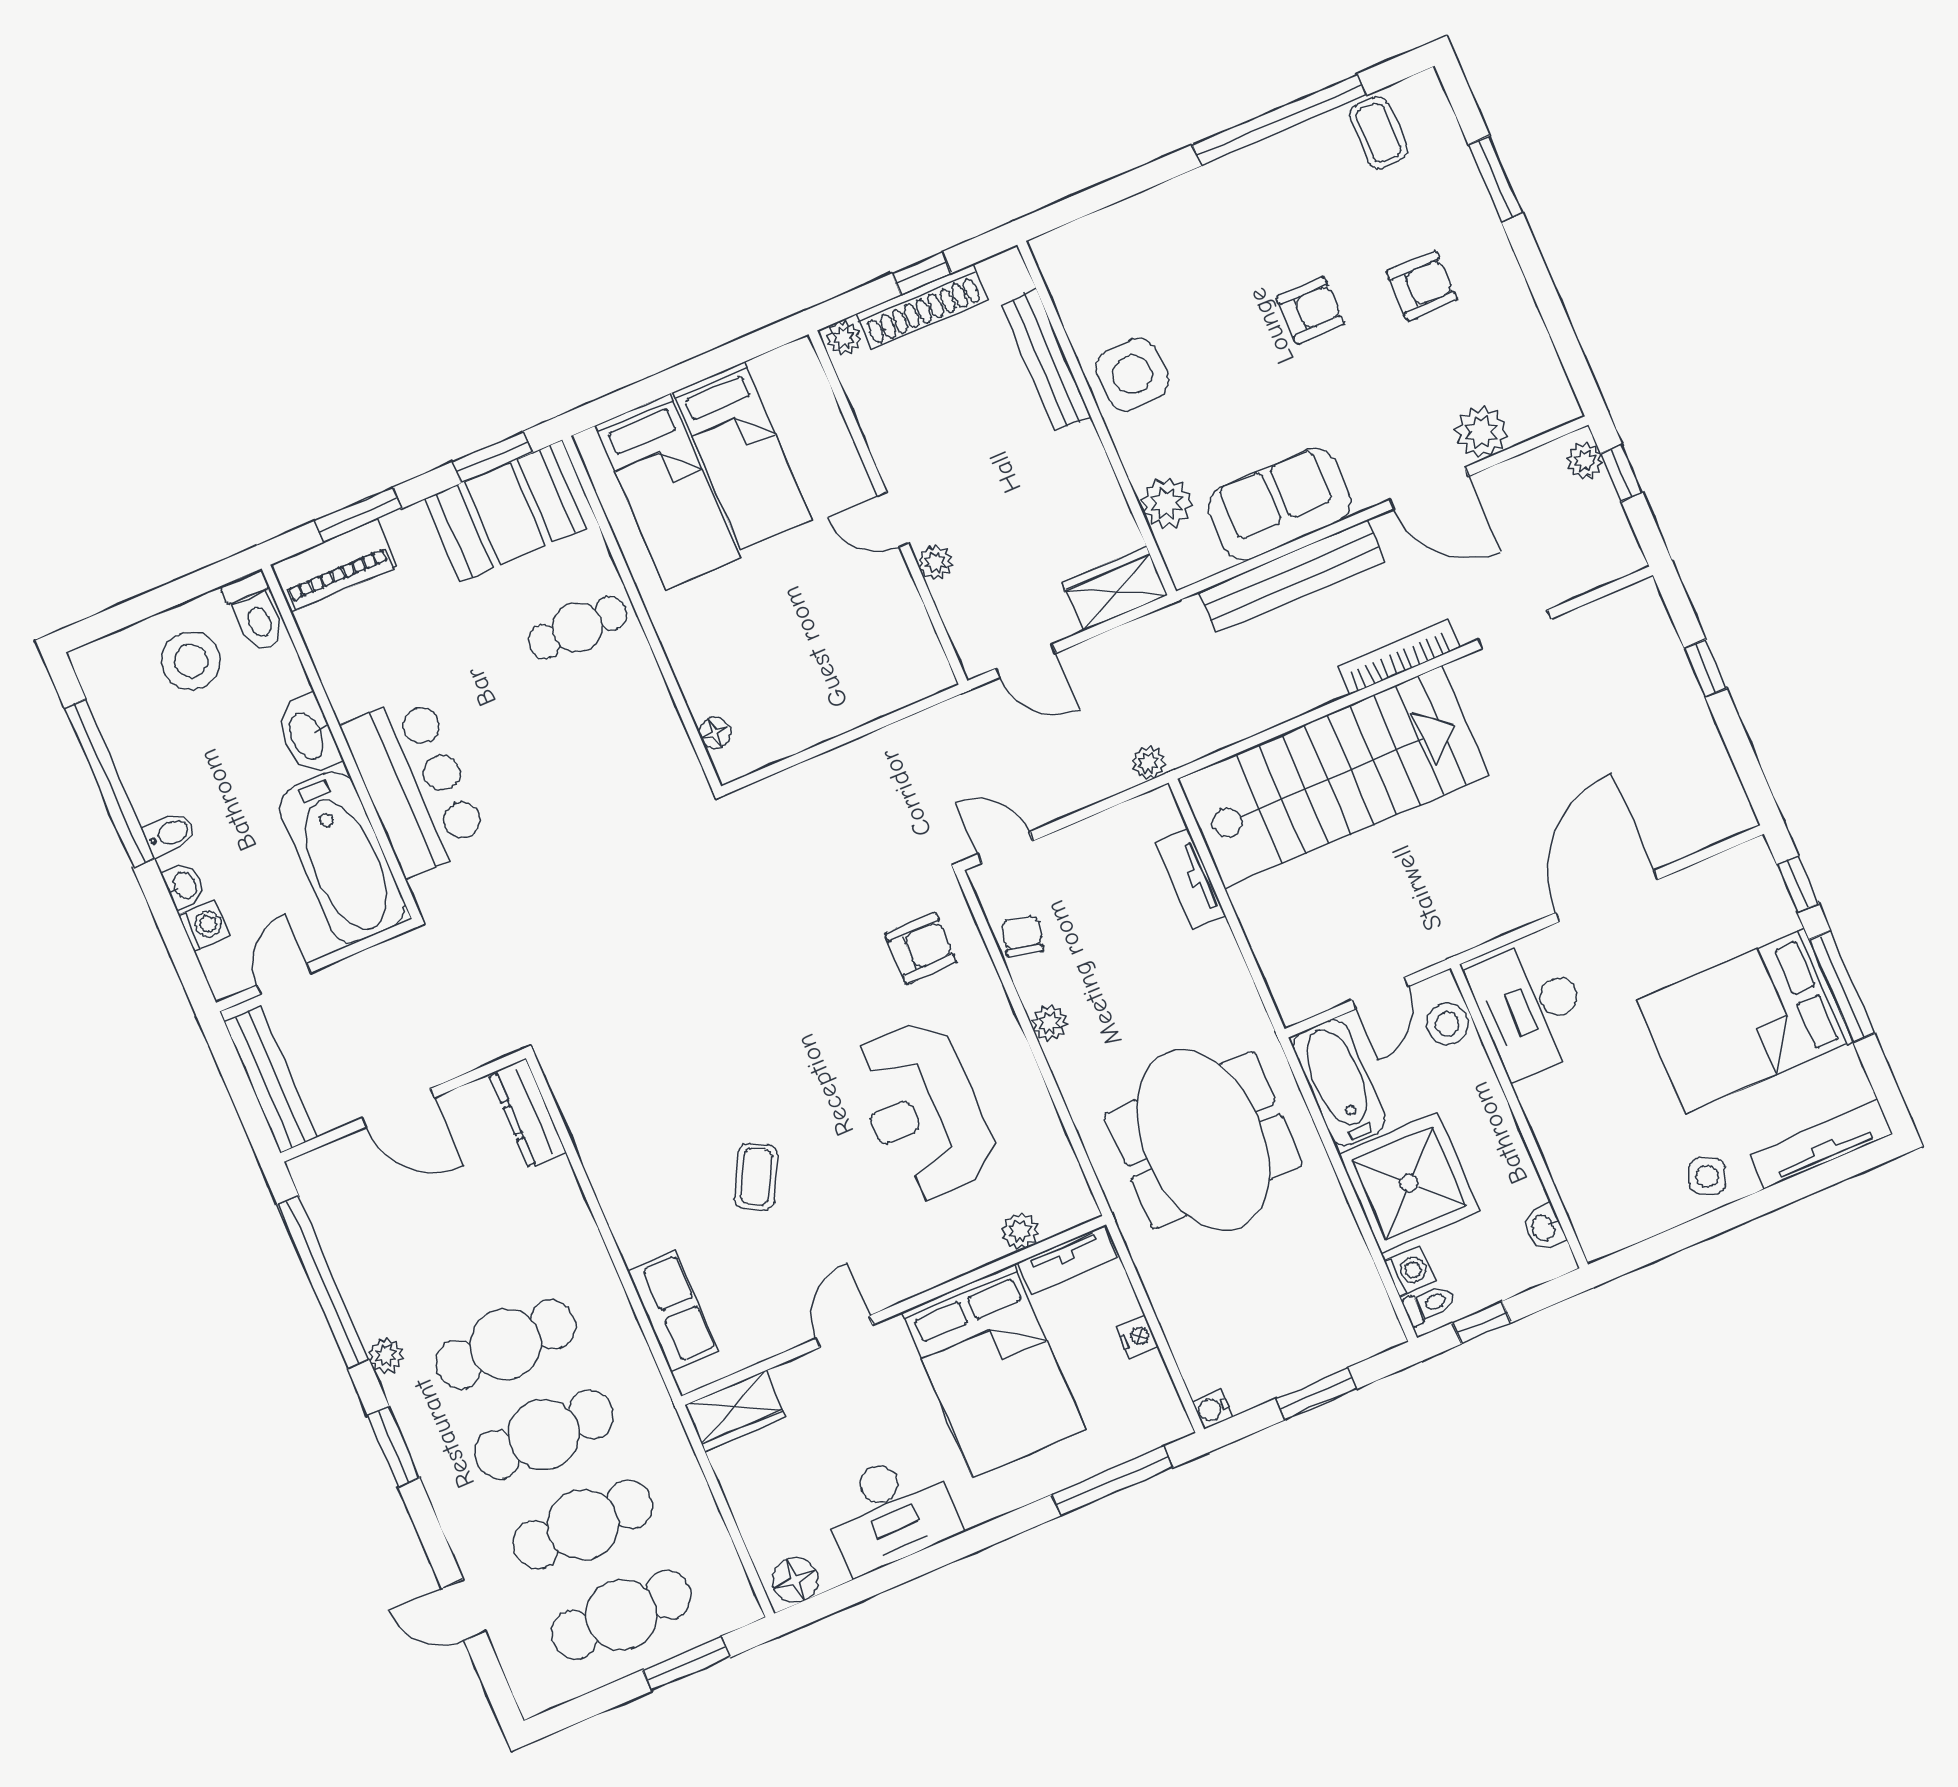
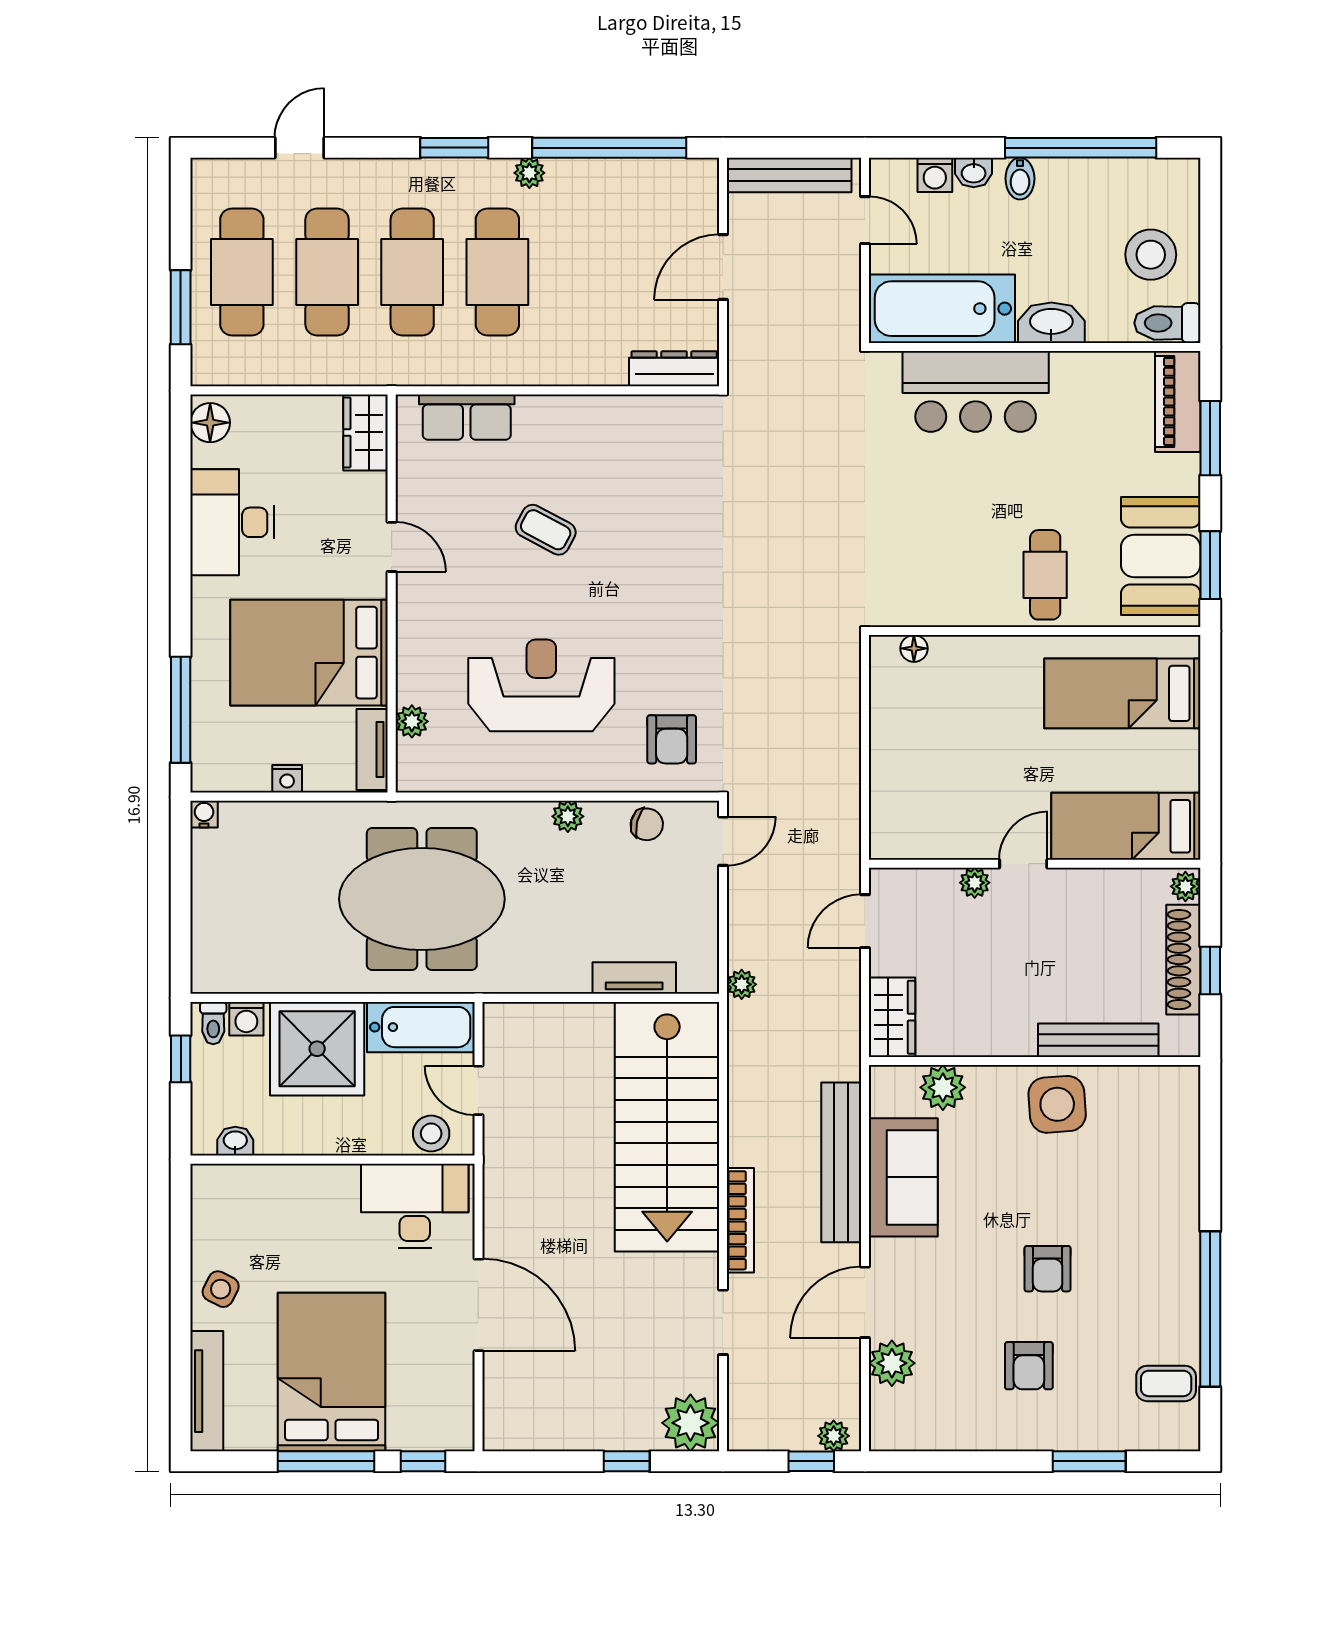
bed: (742, 456) -> (1126, 826), moved
plant: (1636, 618) -> (690, 1423), added
window: (1316, 1394) -> (181, 903), removed

